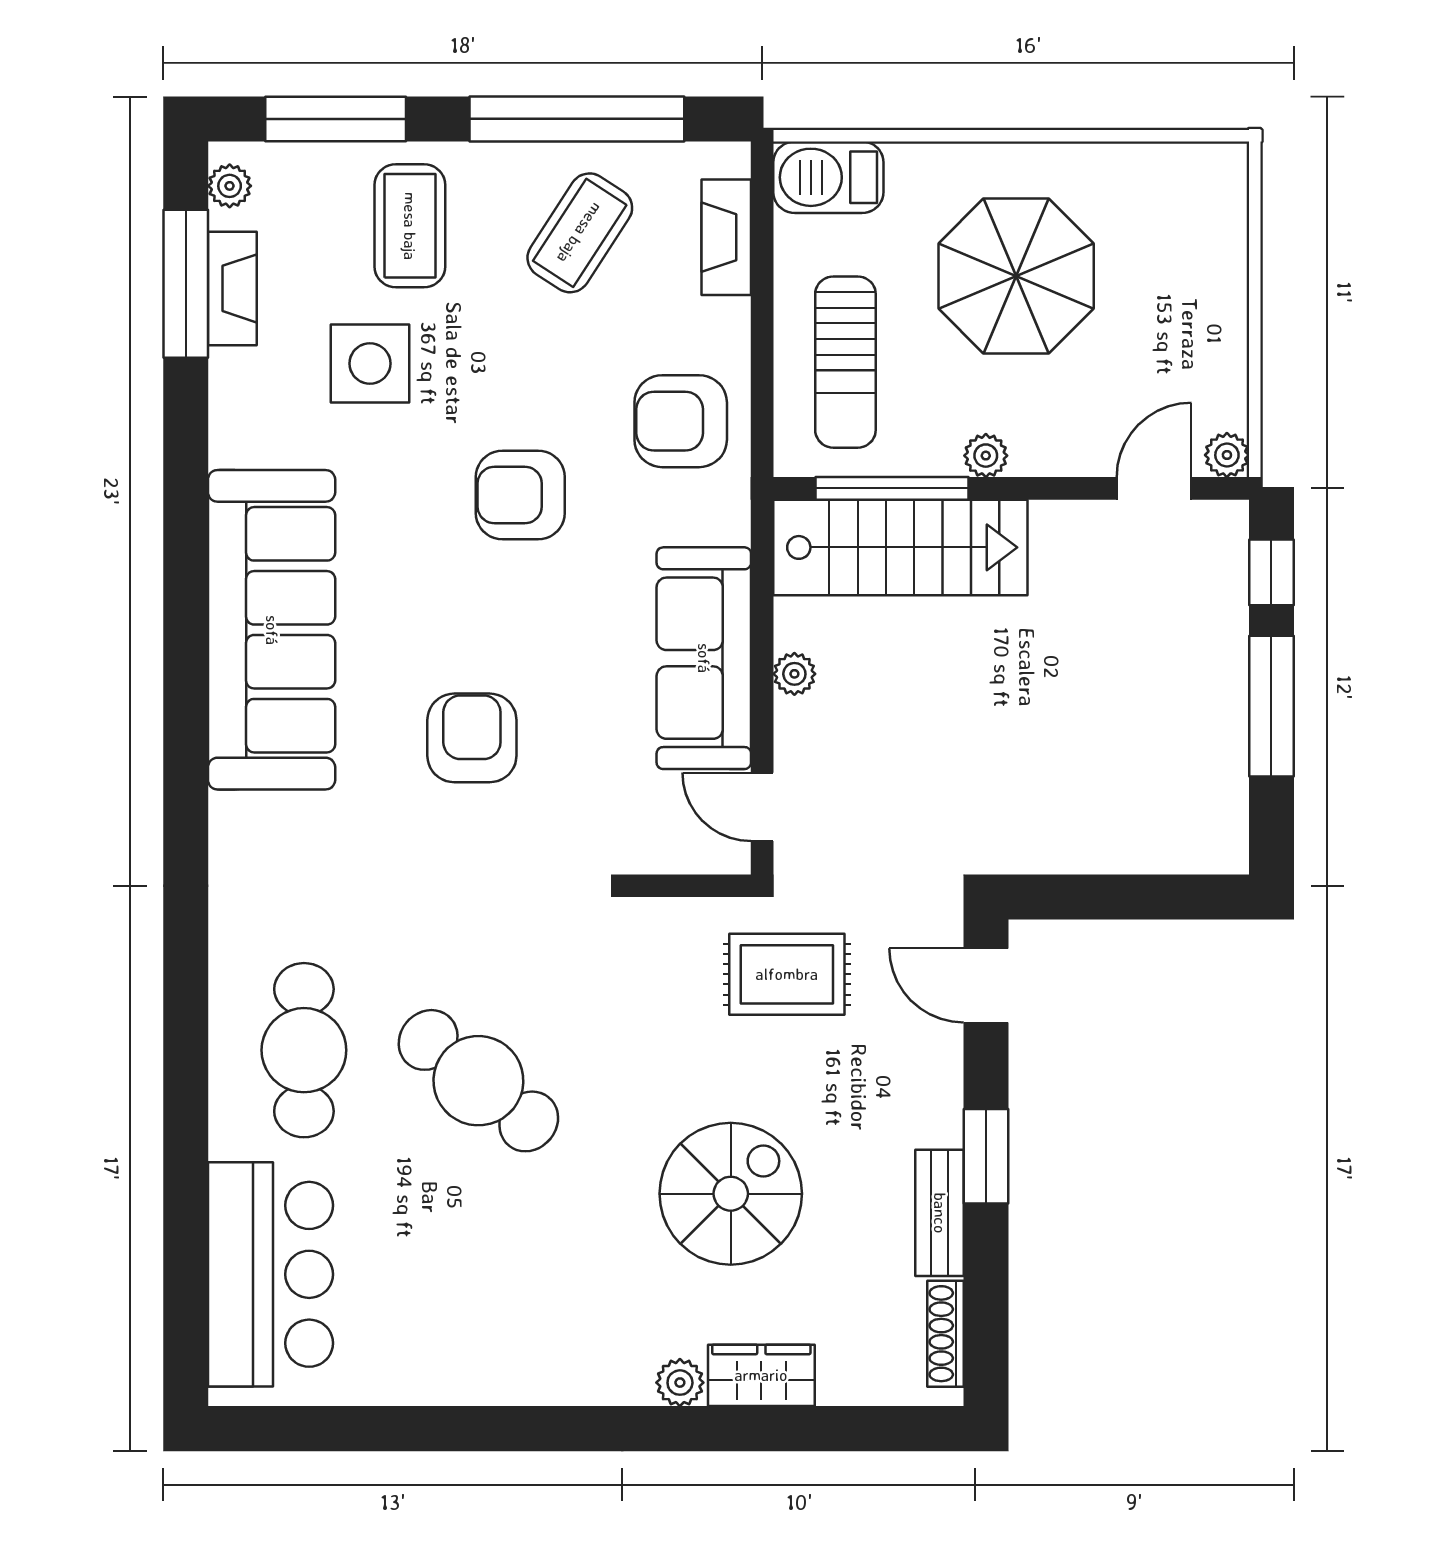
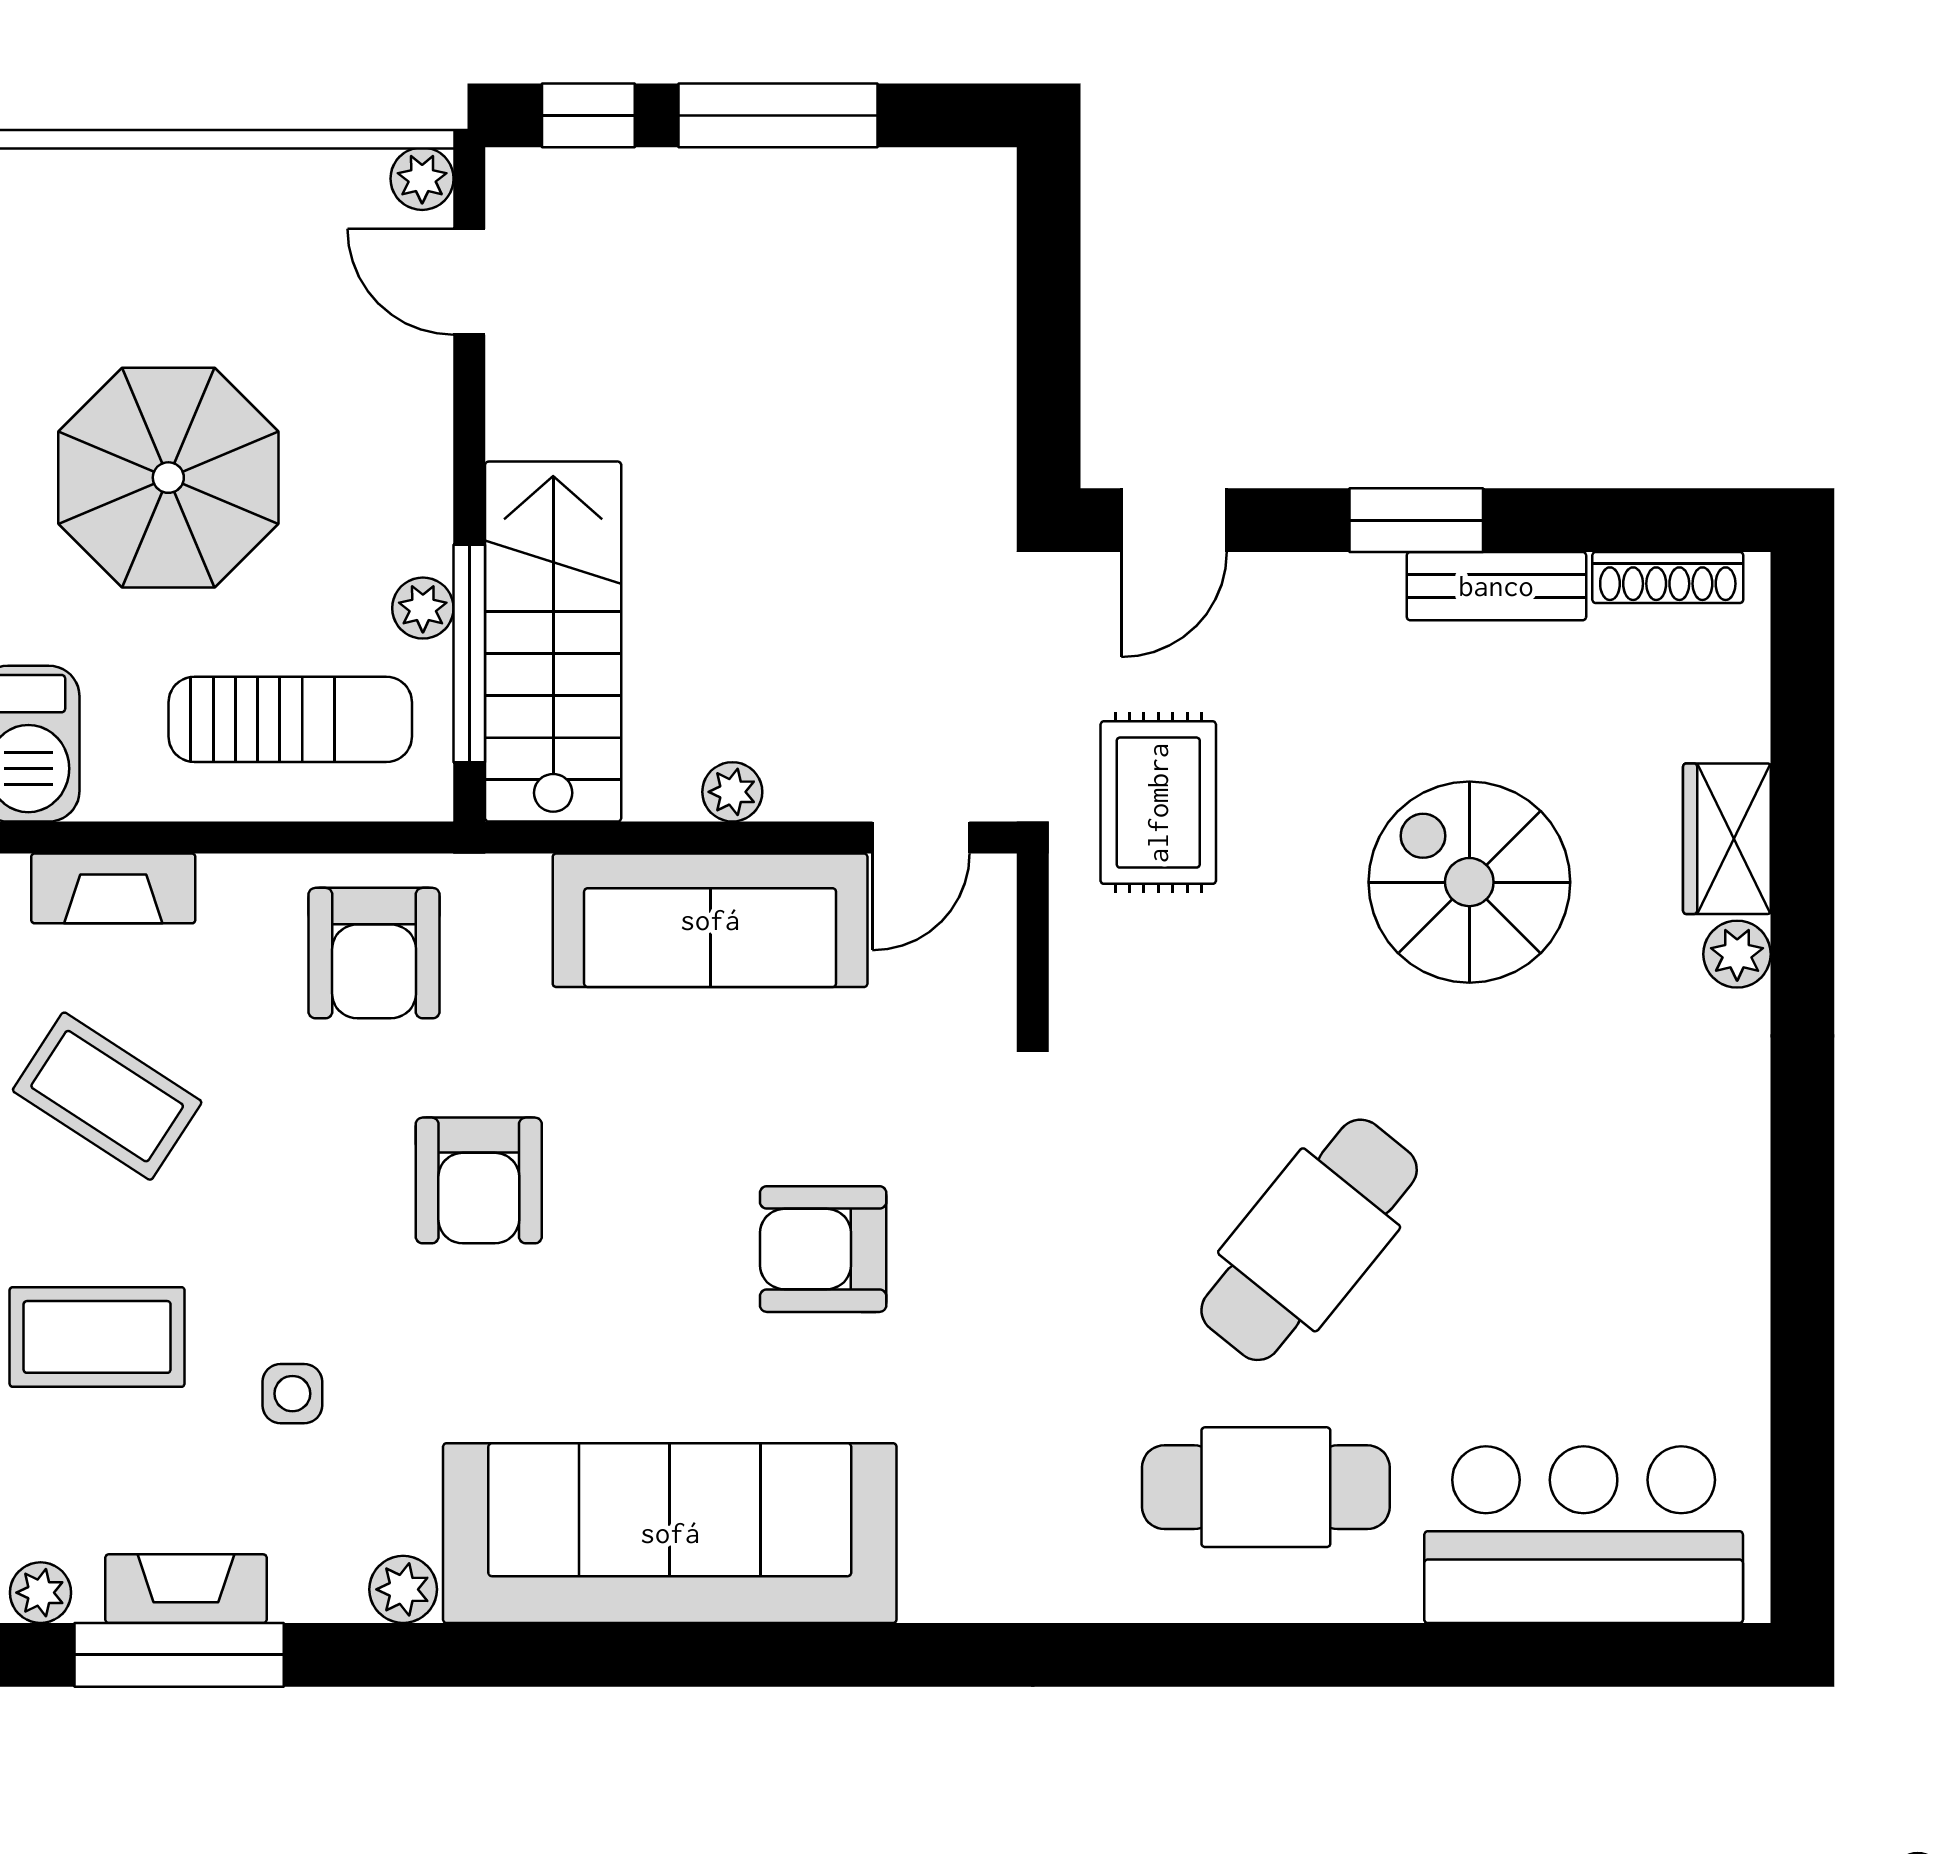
side table: (370, 364) -> (292, 1394), width x0.54, depth x0.54
plant: (232, 442) -> (403, 1589), added
plant: (986, 456) -> (423, 608), moved

